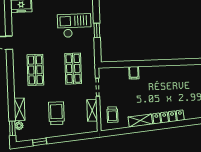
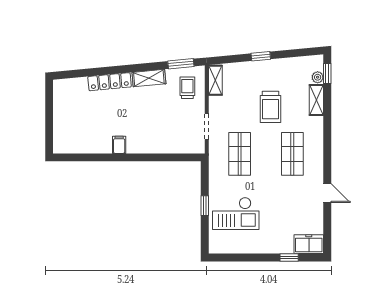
filing cabinet: (134, 73) -> (119, 145), moved
shelving: (92, 110) -> (215, 80), moved
trolley: (56, 113) -> (271, 107), moved
window: (118, 132) -> (181, 64), added
window: (40, 142) -> (261, 56), moved

